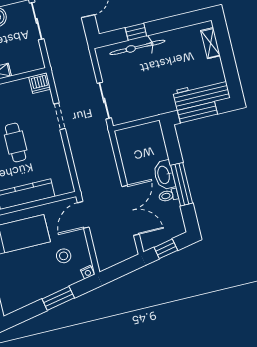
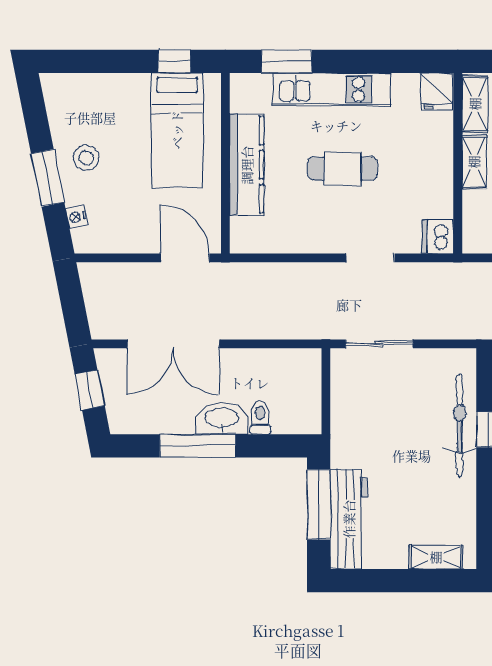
toilet: (168, 195) -> (260, 417), moved
stool: (64, 256) -> (86, 158), moved
nightstand: (87, 272) -> (77, 217), moved

